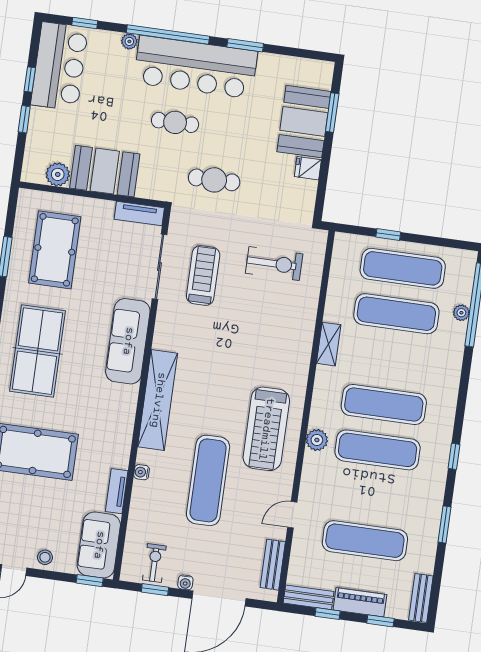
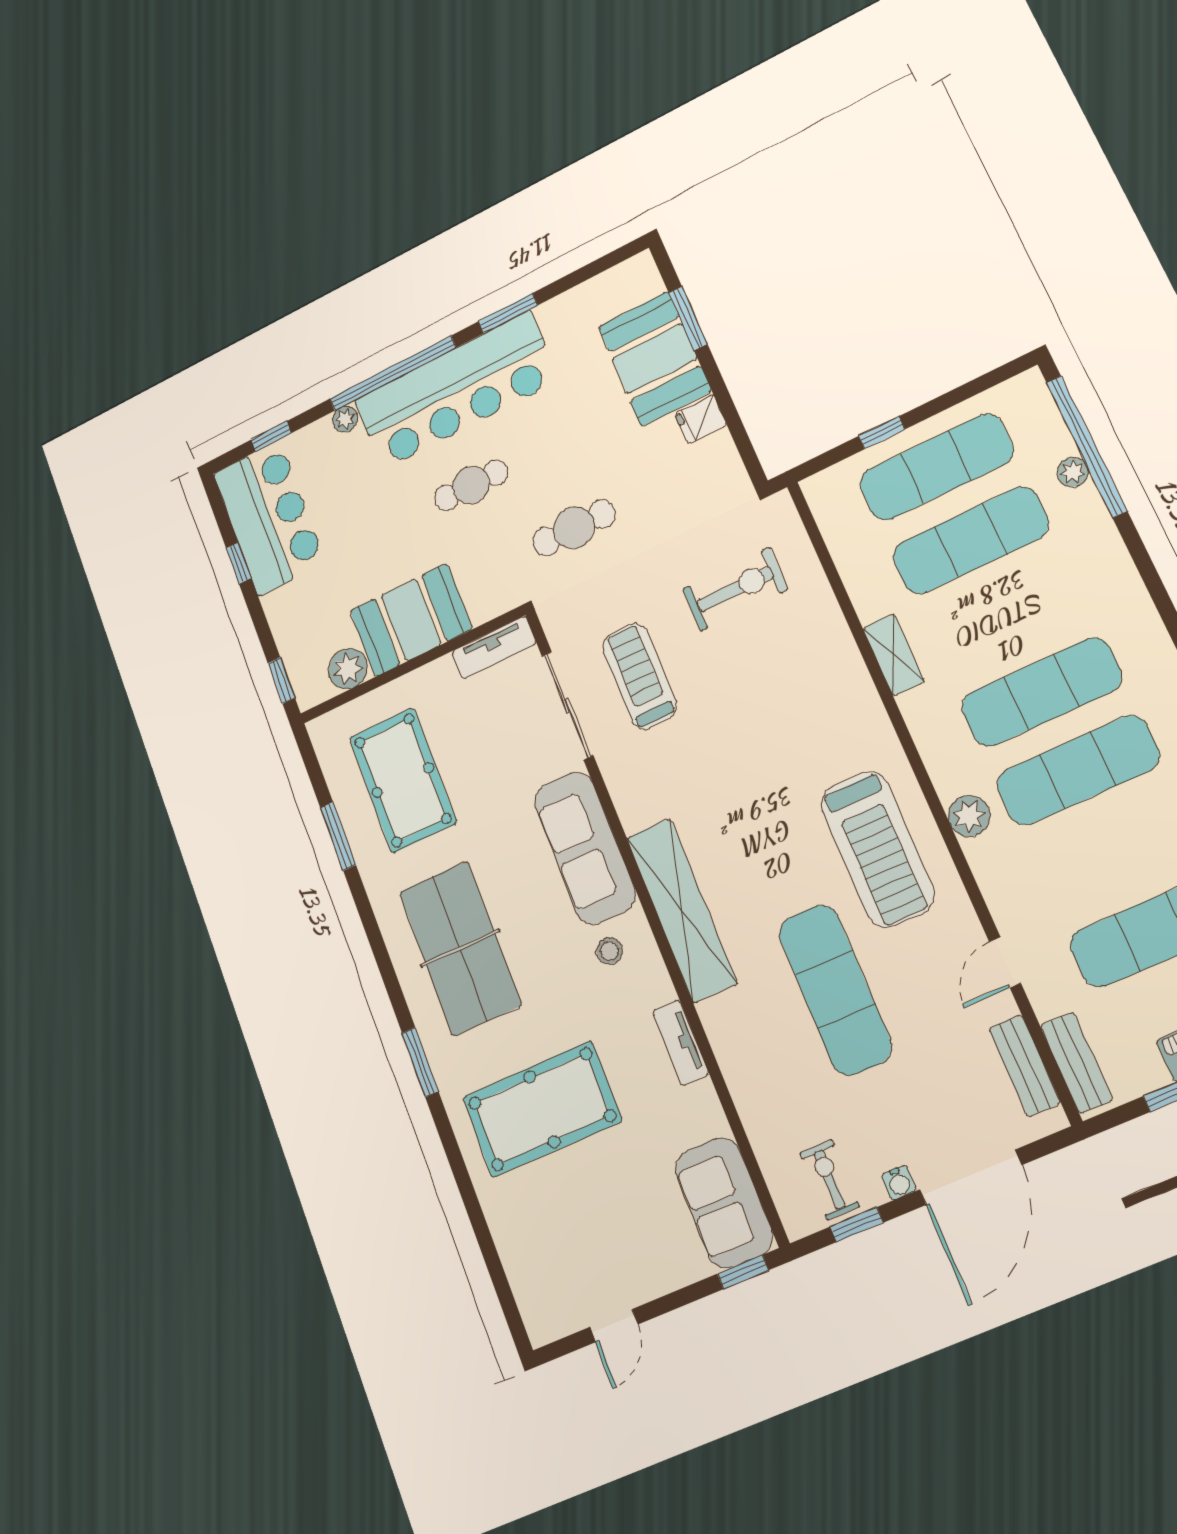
window: (24, 119) -> (281, 681), moved
water cooler: (142, 472) -> (723, 1041), removed
tv unit: (117, 491) -> (681, 1043), moved
stool: (45, 557) -> (609, 951), moved
bench: (309, 597) -> (1076, 1063), moved, turned 90

